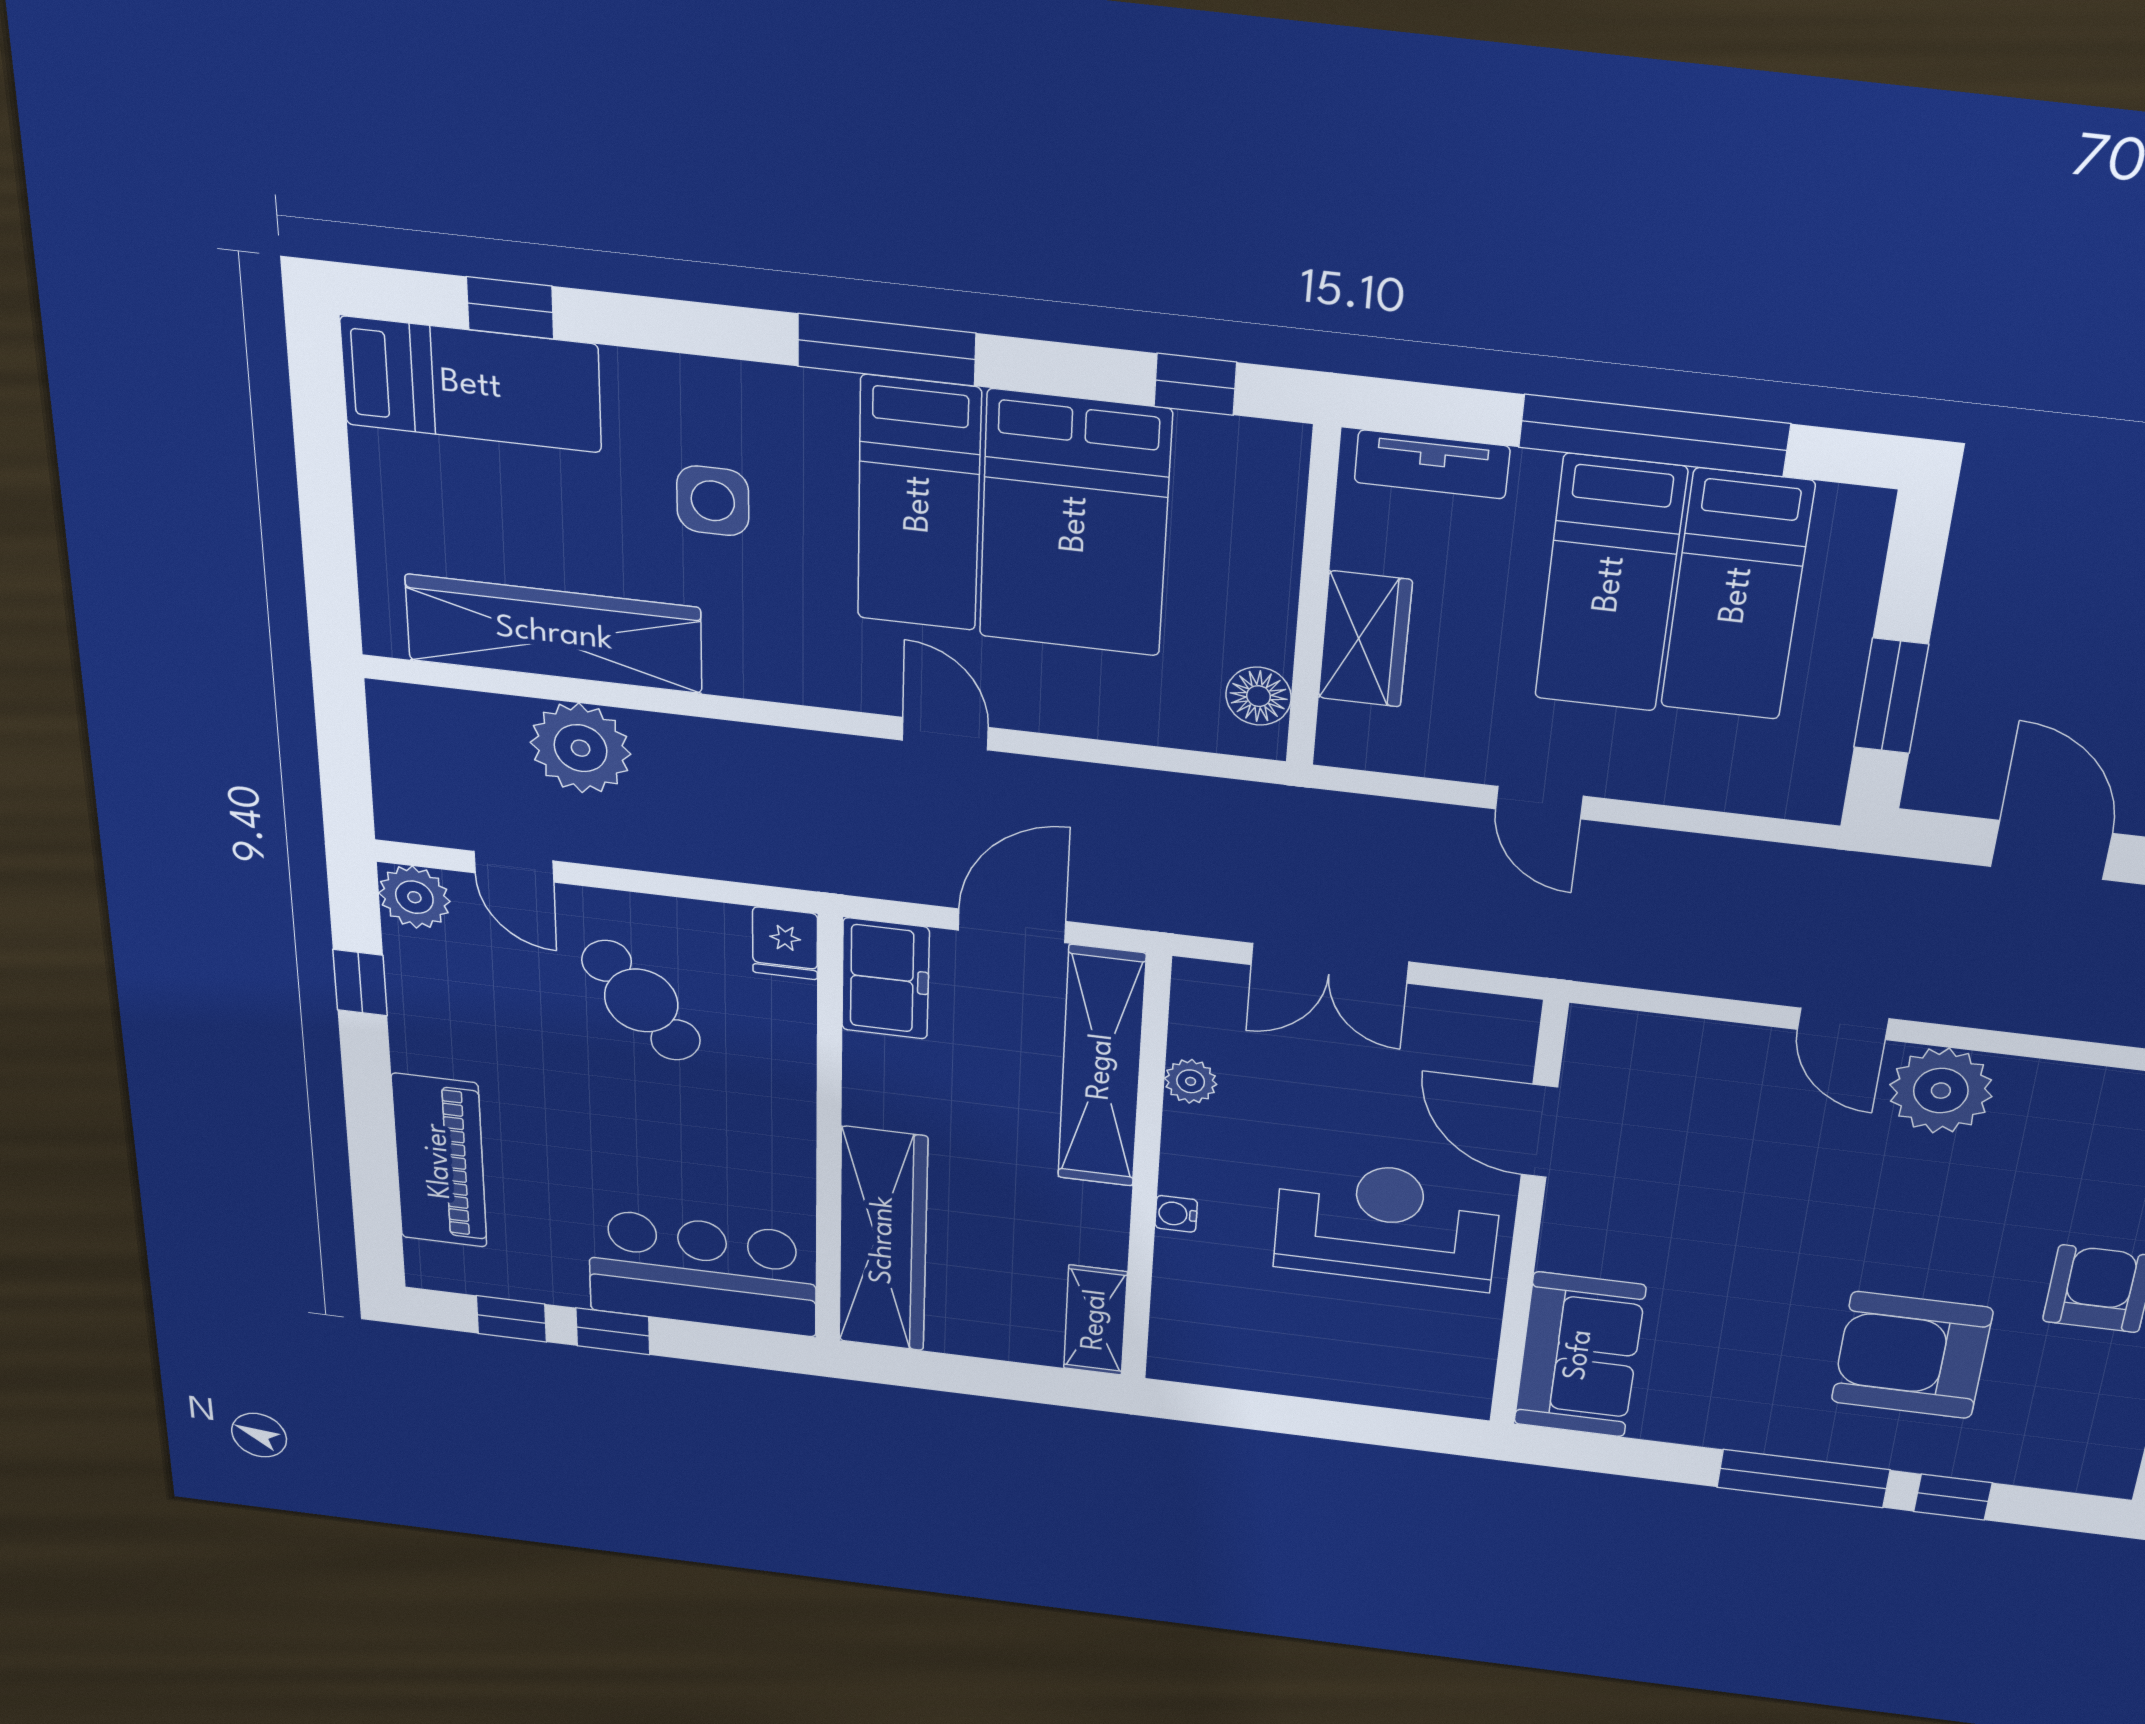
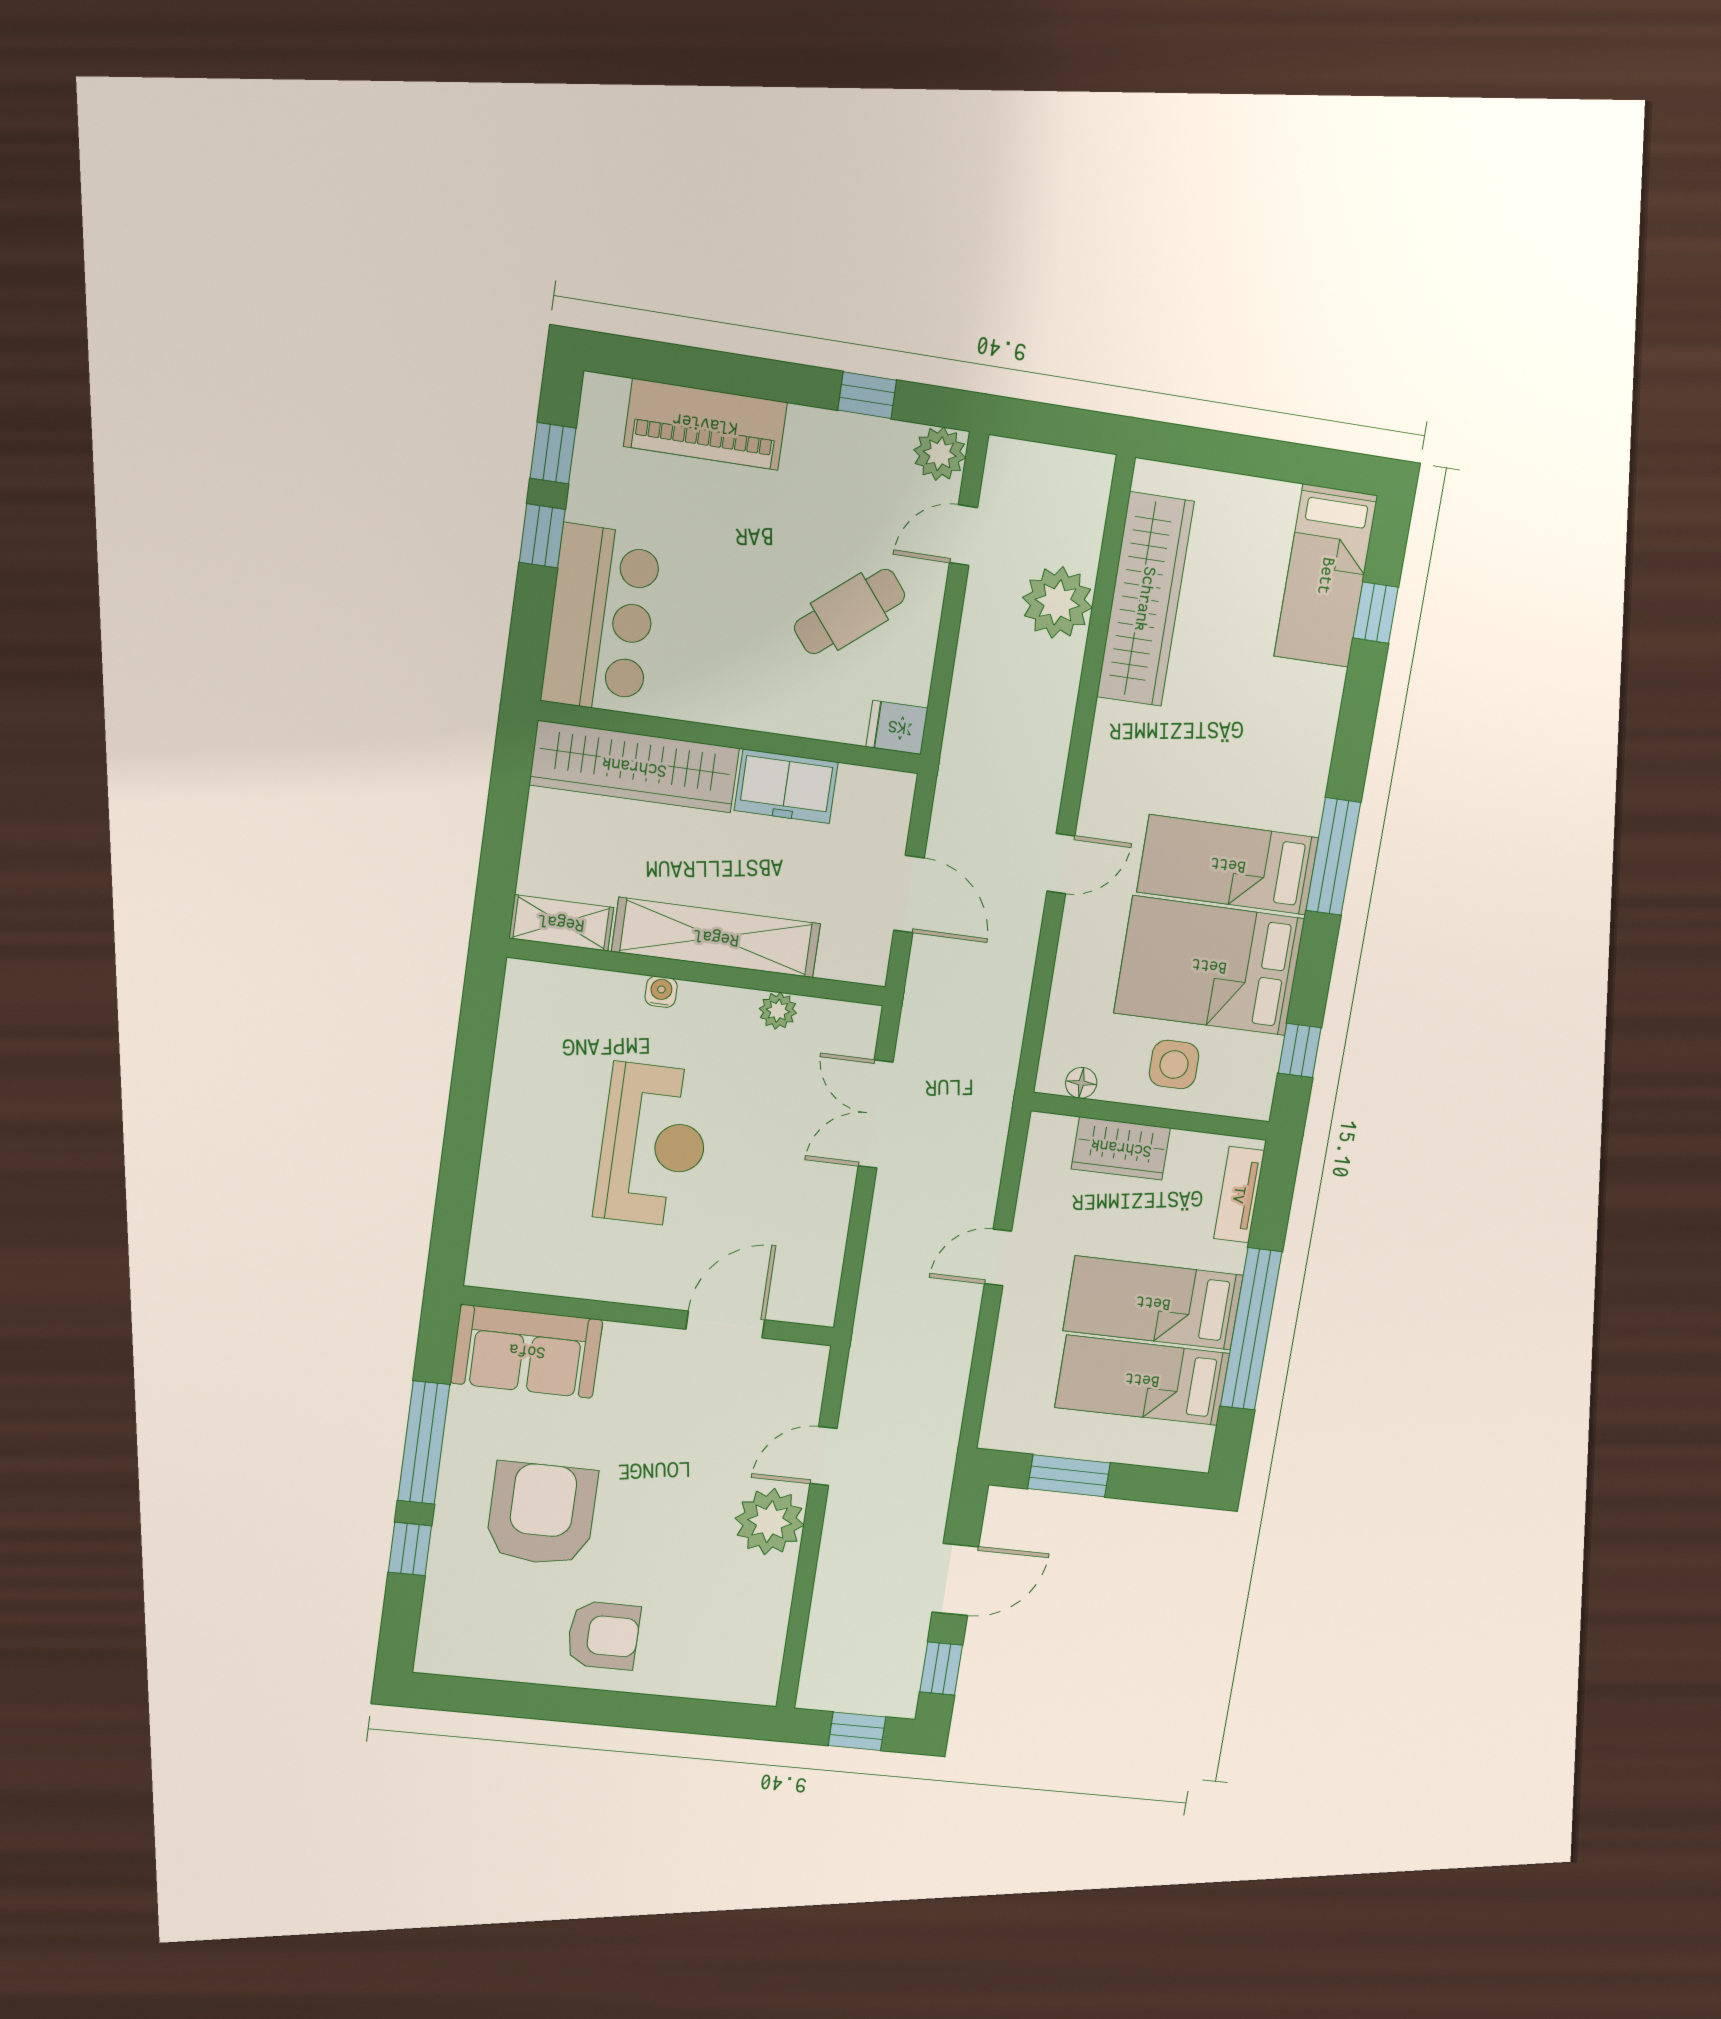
side table: (713, 501) -> (1174, 1065), moved
floor lamp: (1259, 696) -> (1081, 1083), width x0.73, depth x0.73
freezer: (885, 979) -> (786, 786), moved
shelving: (1101, 1067) -> (716, 938), moved
door: (1539, 1131) -> (725, 1325), moved
wall: (1528, 1219) -> (649, 1316), moved
sofa: (1579, 1355) -> (527, 1351), moved

